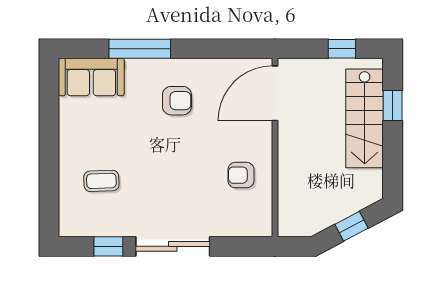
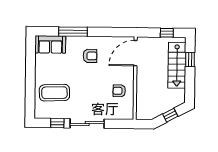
coffee table: (101, 181) -> (54, 93), width x1.86, depth x1.72

